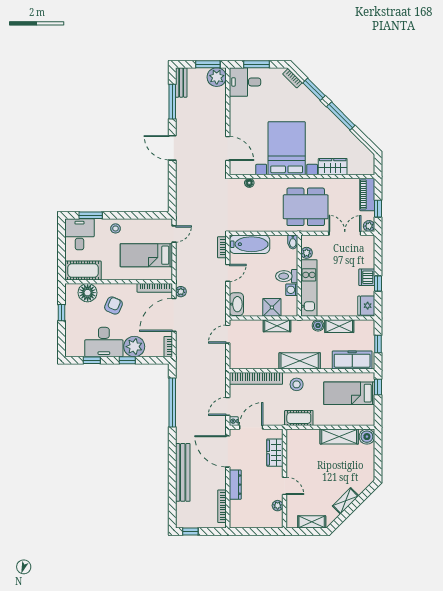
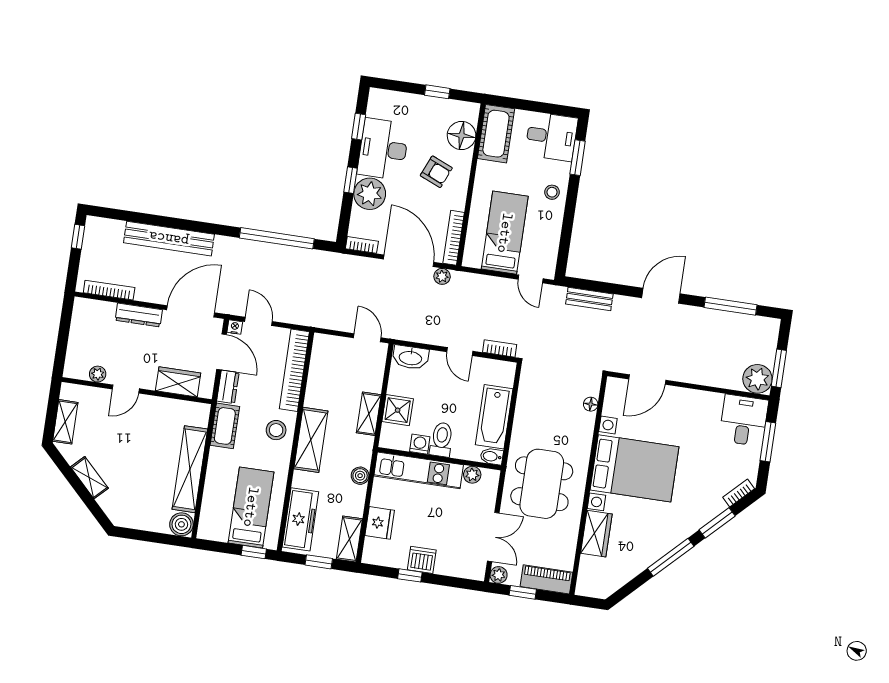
bench: (181, 82) -> (589, 299), moved
bathtub: (250, 244) -> (494, 417), moved
fridge: (366, 306) -> (380, 523), moved, turned 90
shelving: (339, 326) -> (349, 539), moved
dresser: (273, 420) -> (228, 387), added
shelving: (339, 437) -> (190, 469), width x1.47

